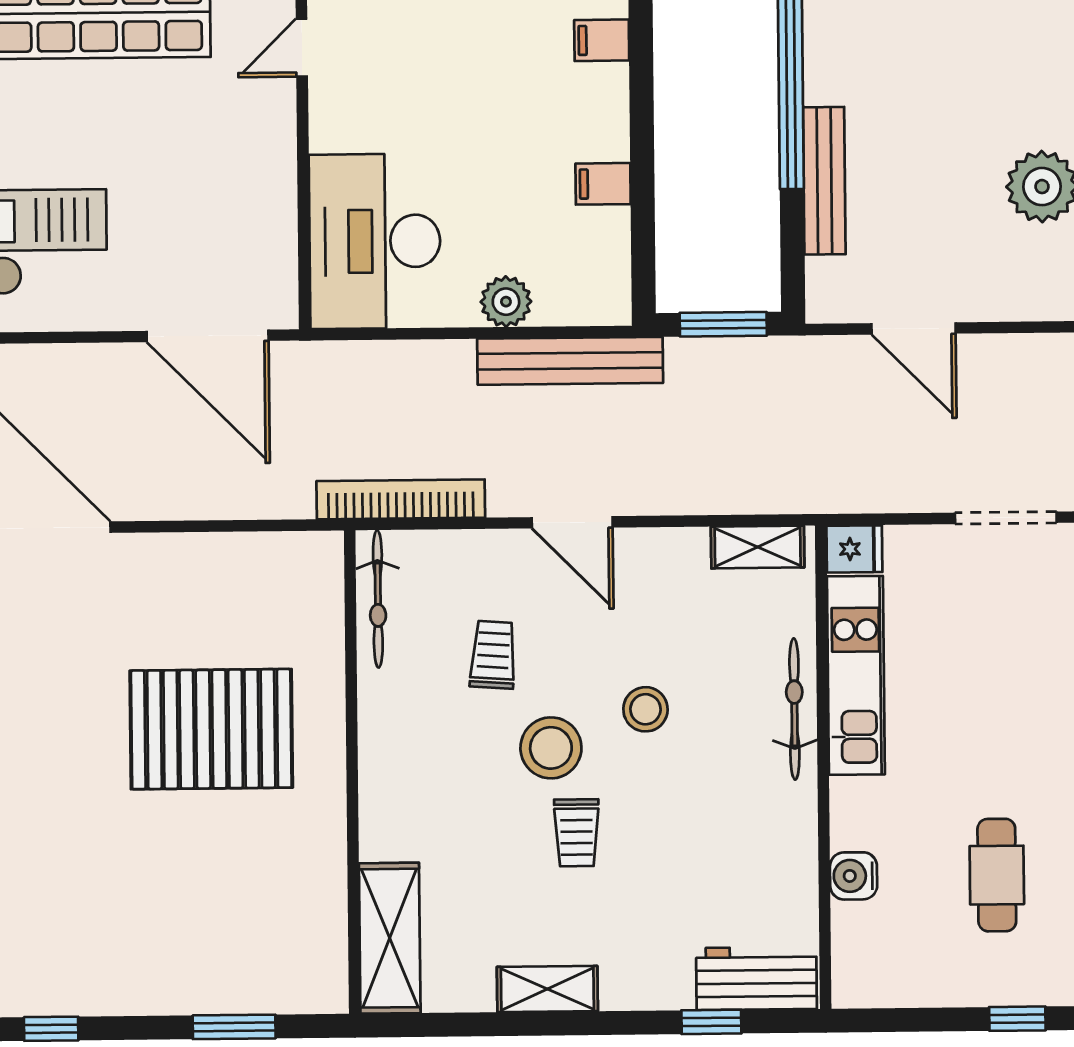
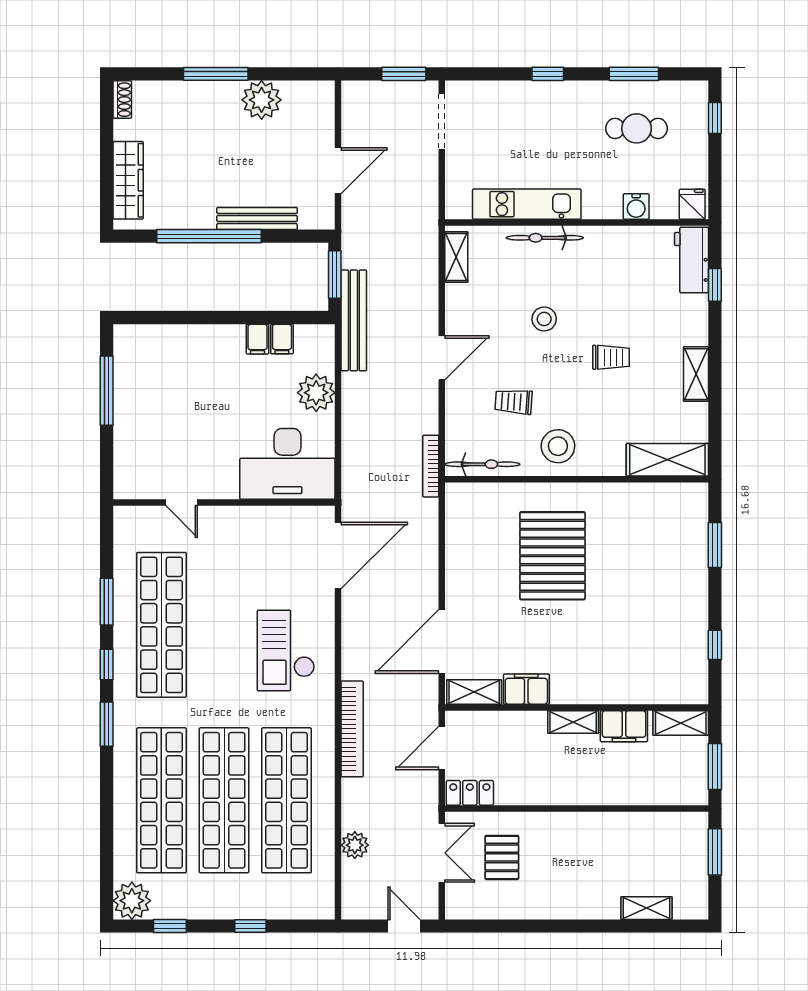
filing cabinet: (602, 40) -> (282, 339), moved
plant: (506, 302) -> (316, 393), width x1.36, depth x1.36
bench: (570, 361) -> (354, 320), moved
bookcase: (401, 499) -> (431, 466), width x0.68, depth x0.76
fridge: (854, 549) -> (692, 204), moved
stool: (551, 748) -> (558, 446), moved

